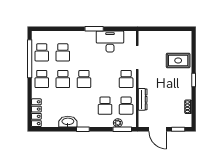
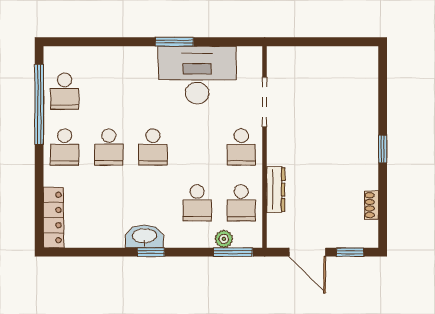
desk: (110, 41) -> (197, 75), width x1.36, depth x1.30
school desk: (63, 52) -> (109, 91), removed
rug: (178, 60) -> (350, 108), removed
washbasin: (68, 122) -> (144, 236), moved

